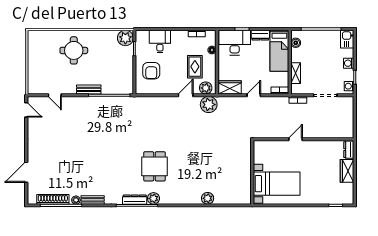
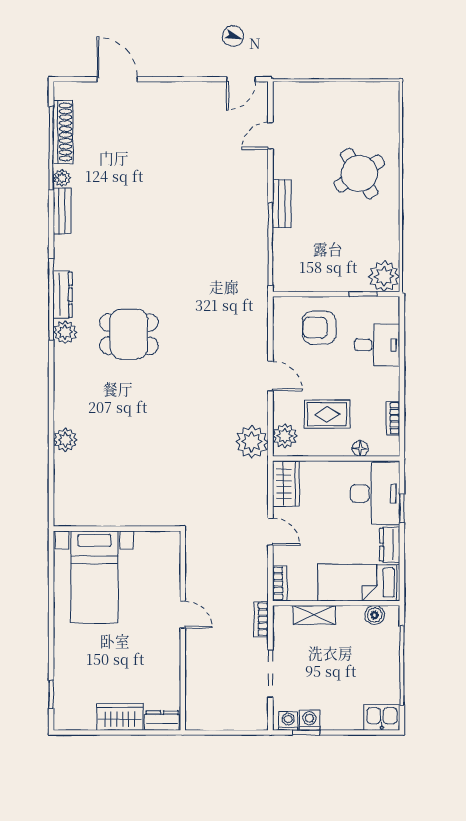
round table: (74, 50) -> (359, 174), turned -32
washing machine: (349, 63) -> (309, 720), moved
door: (186, 95) -> (270, 376), moved

